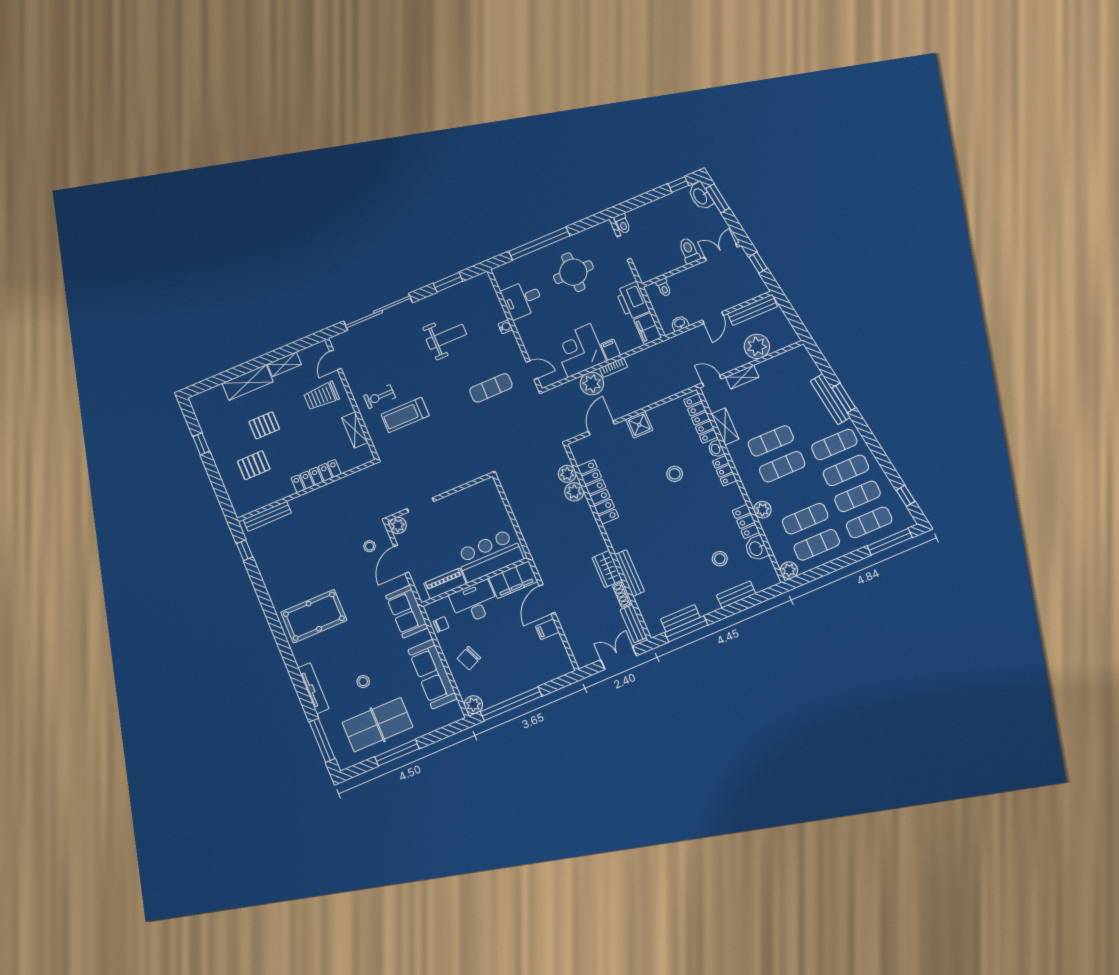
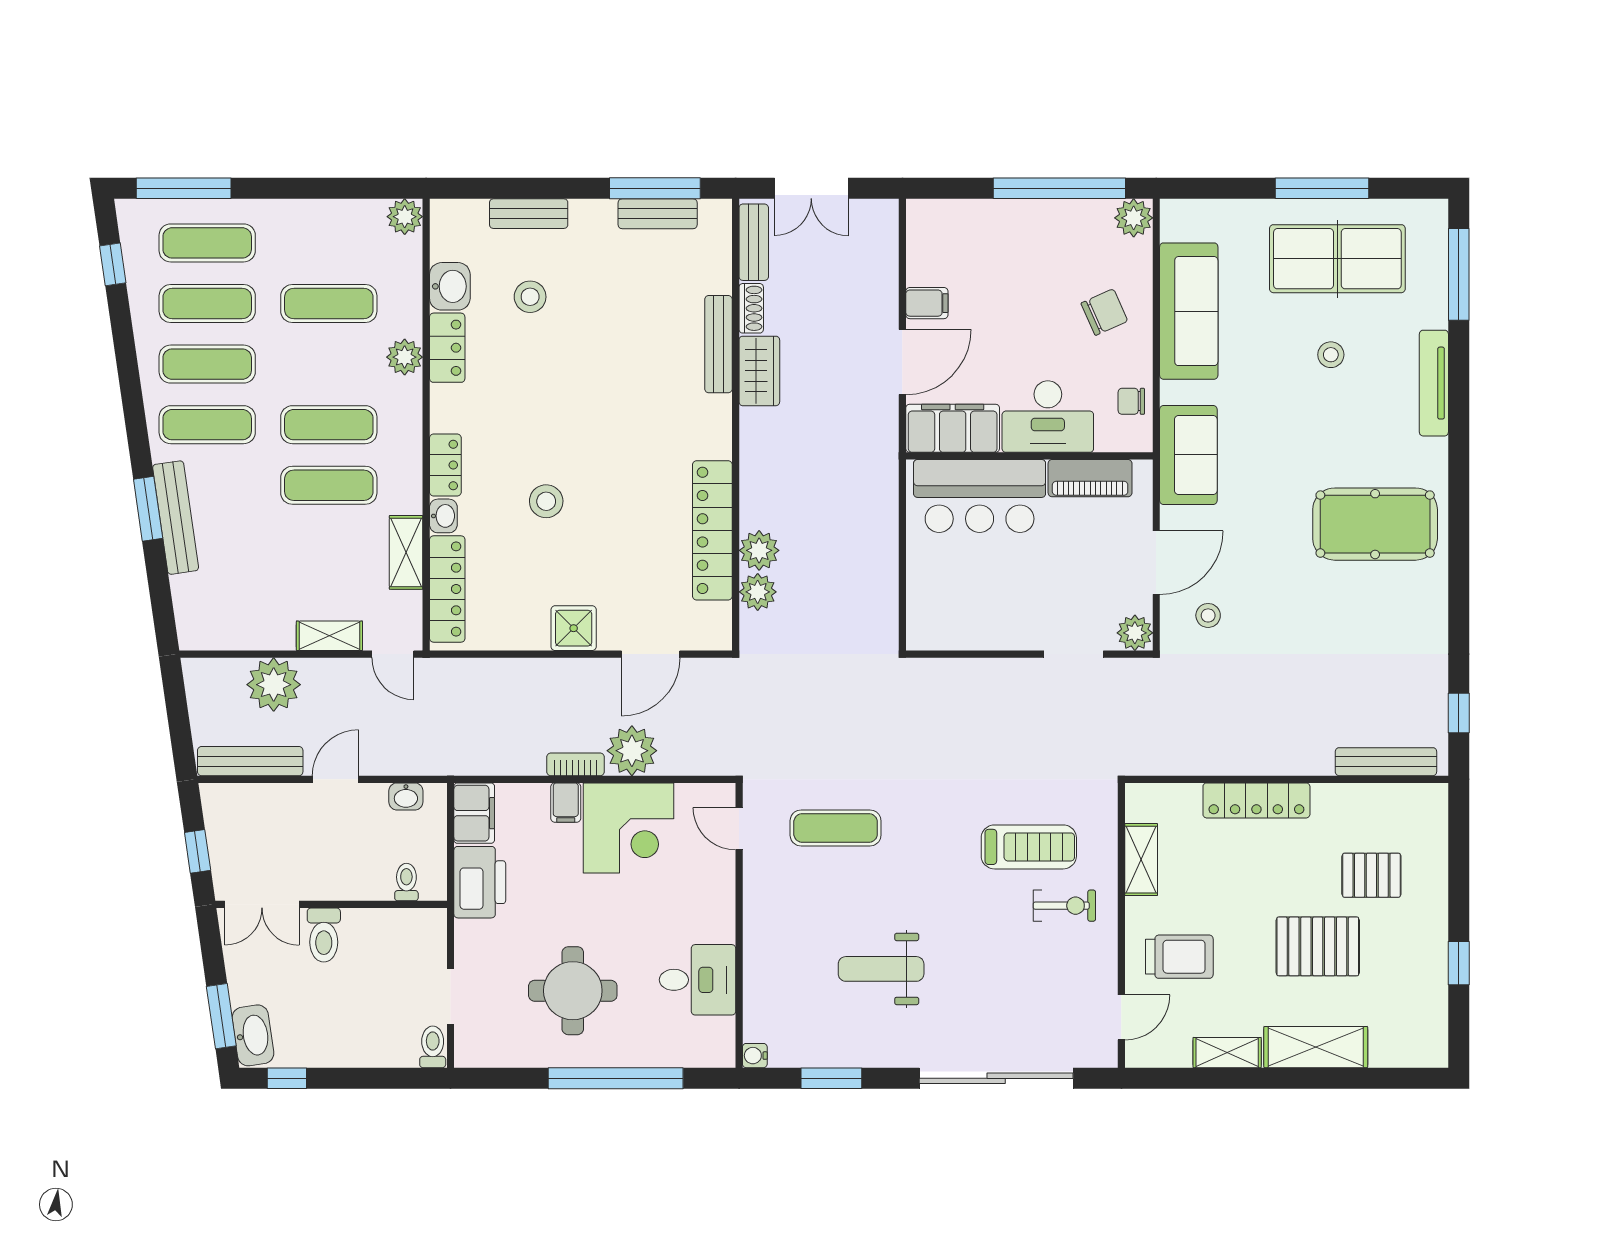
water cooler: (505, 327) -> (755, 1056), moved
pallet: (264, 425) -> (1318, 946), width x1.50, depth x1.42
exercise mat: (817, 545) -> (329, 243), removed

